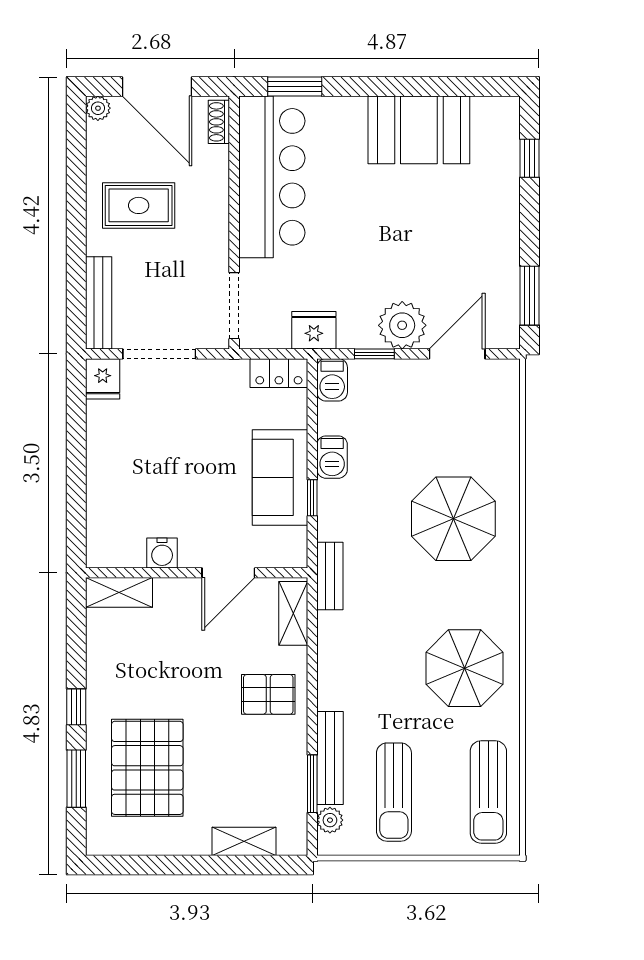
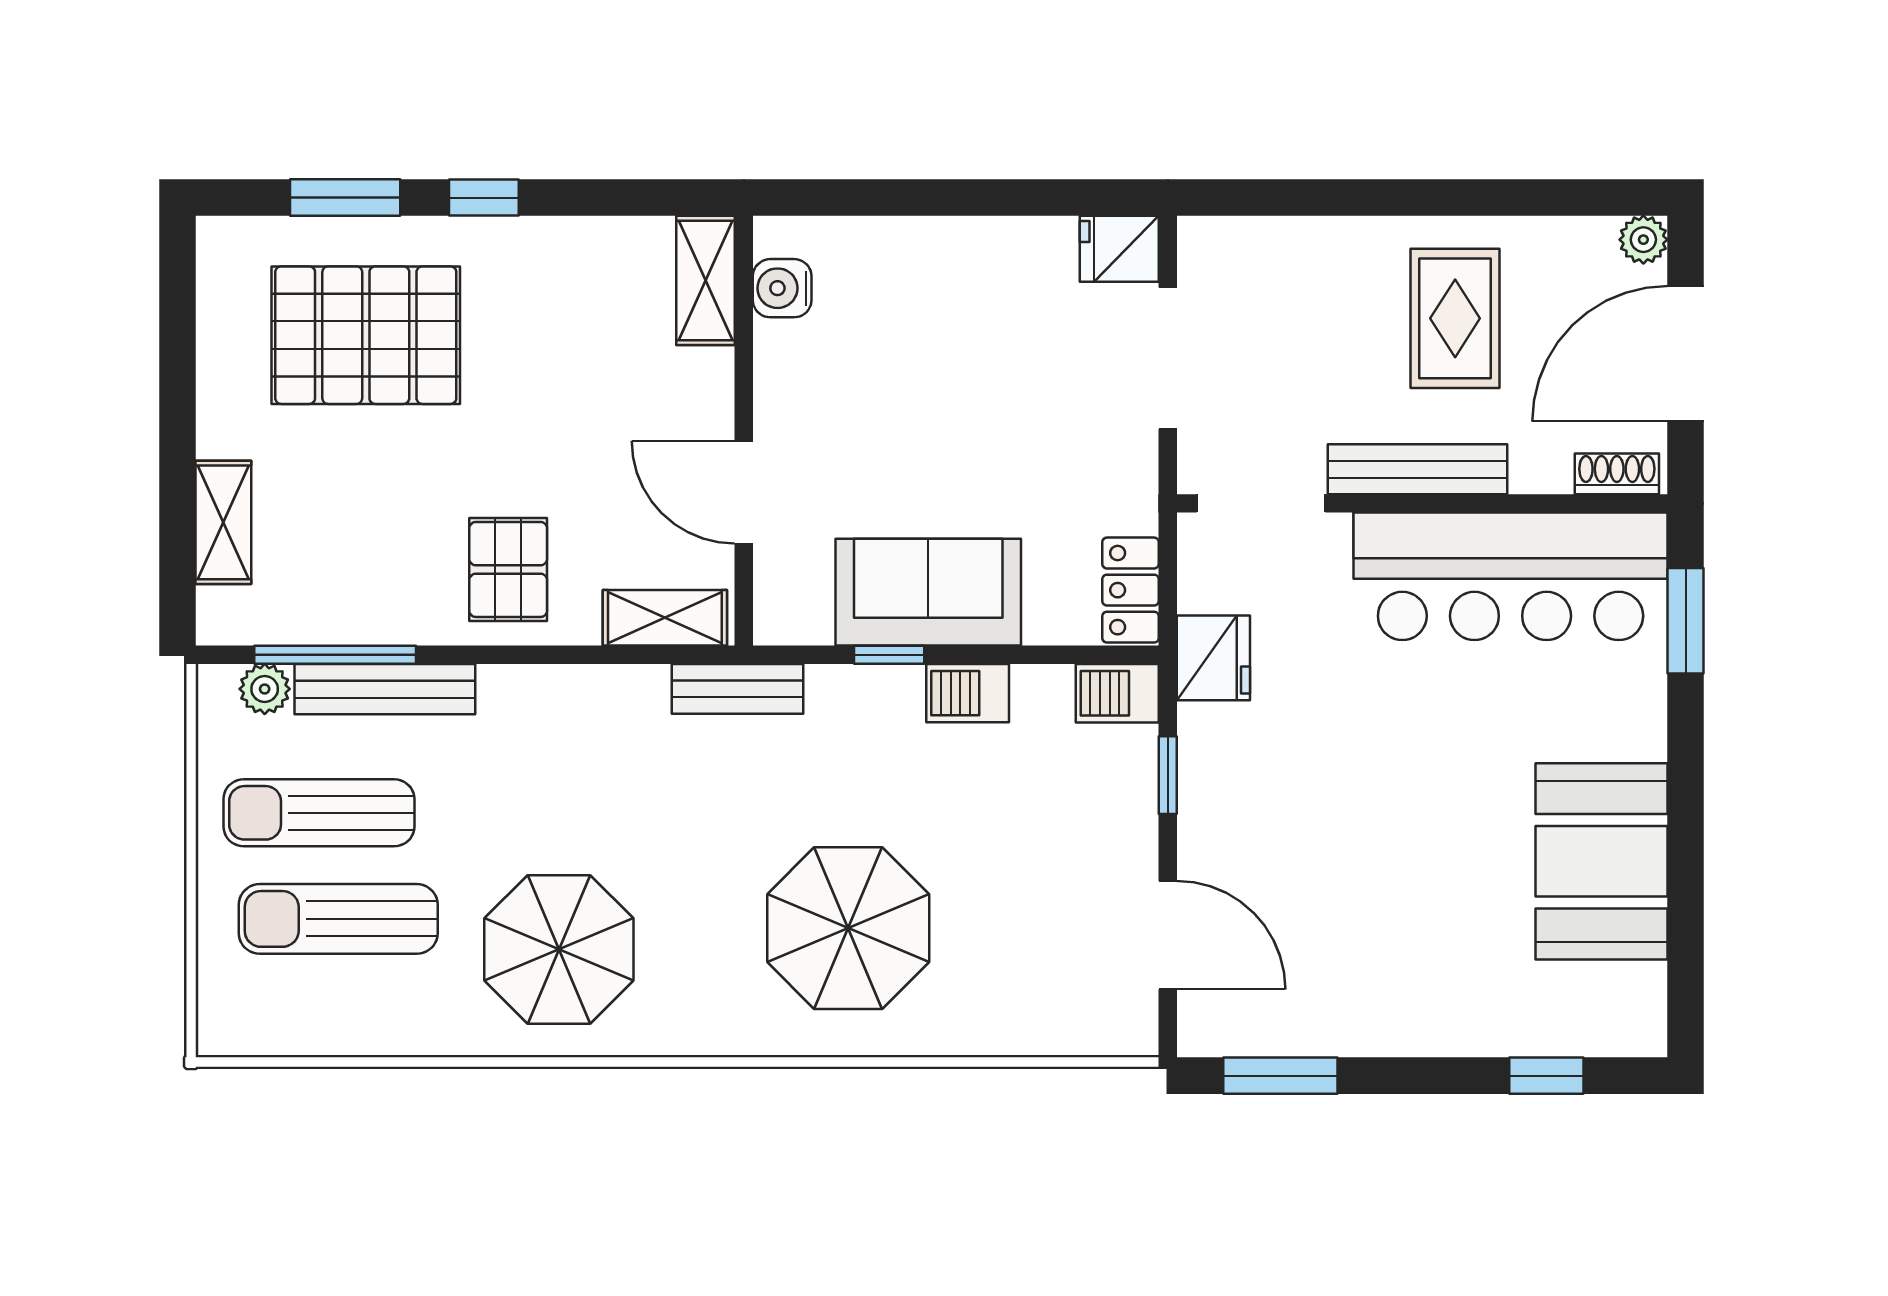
bench: (99, 303) -> (1417, 469), moved
plant: (402, 325) -> (1223, 829), removed
water cooler: (162, 553) -> (782, 288), moved
window: (312, 784) -> (335, 655), width x1.44
sun lounger: (488, 792) -> (338, 919), moved

